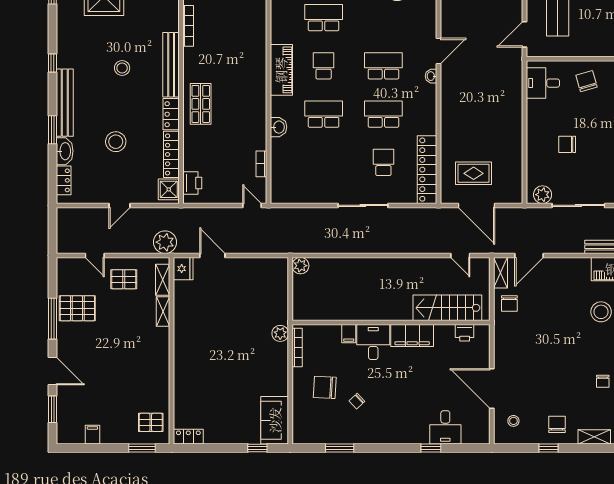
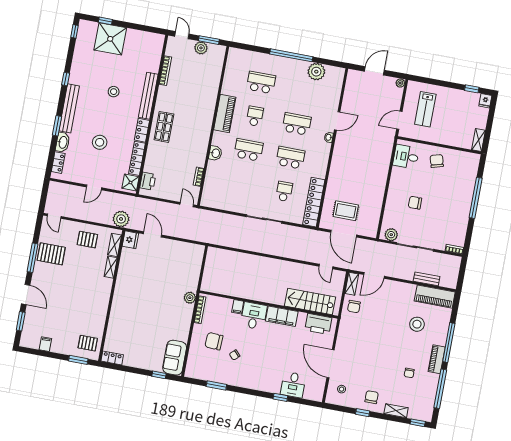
door: (95, 255) -> (54, 216), moved
plant: (300, 266) -> (213, 253), removed
printer: (465, 333) -> (318, 324), width x1.87, depth x1.48

